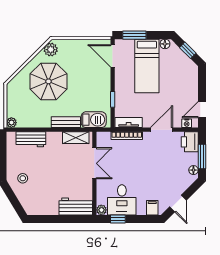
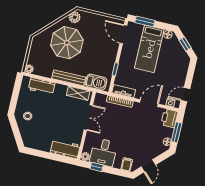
bench: (66, 122) -> (69, 78), width x1.36

